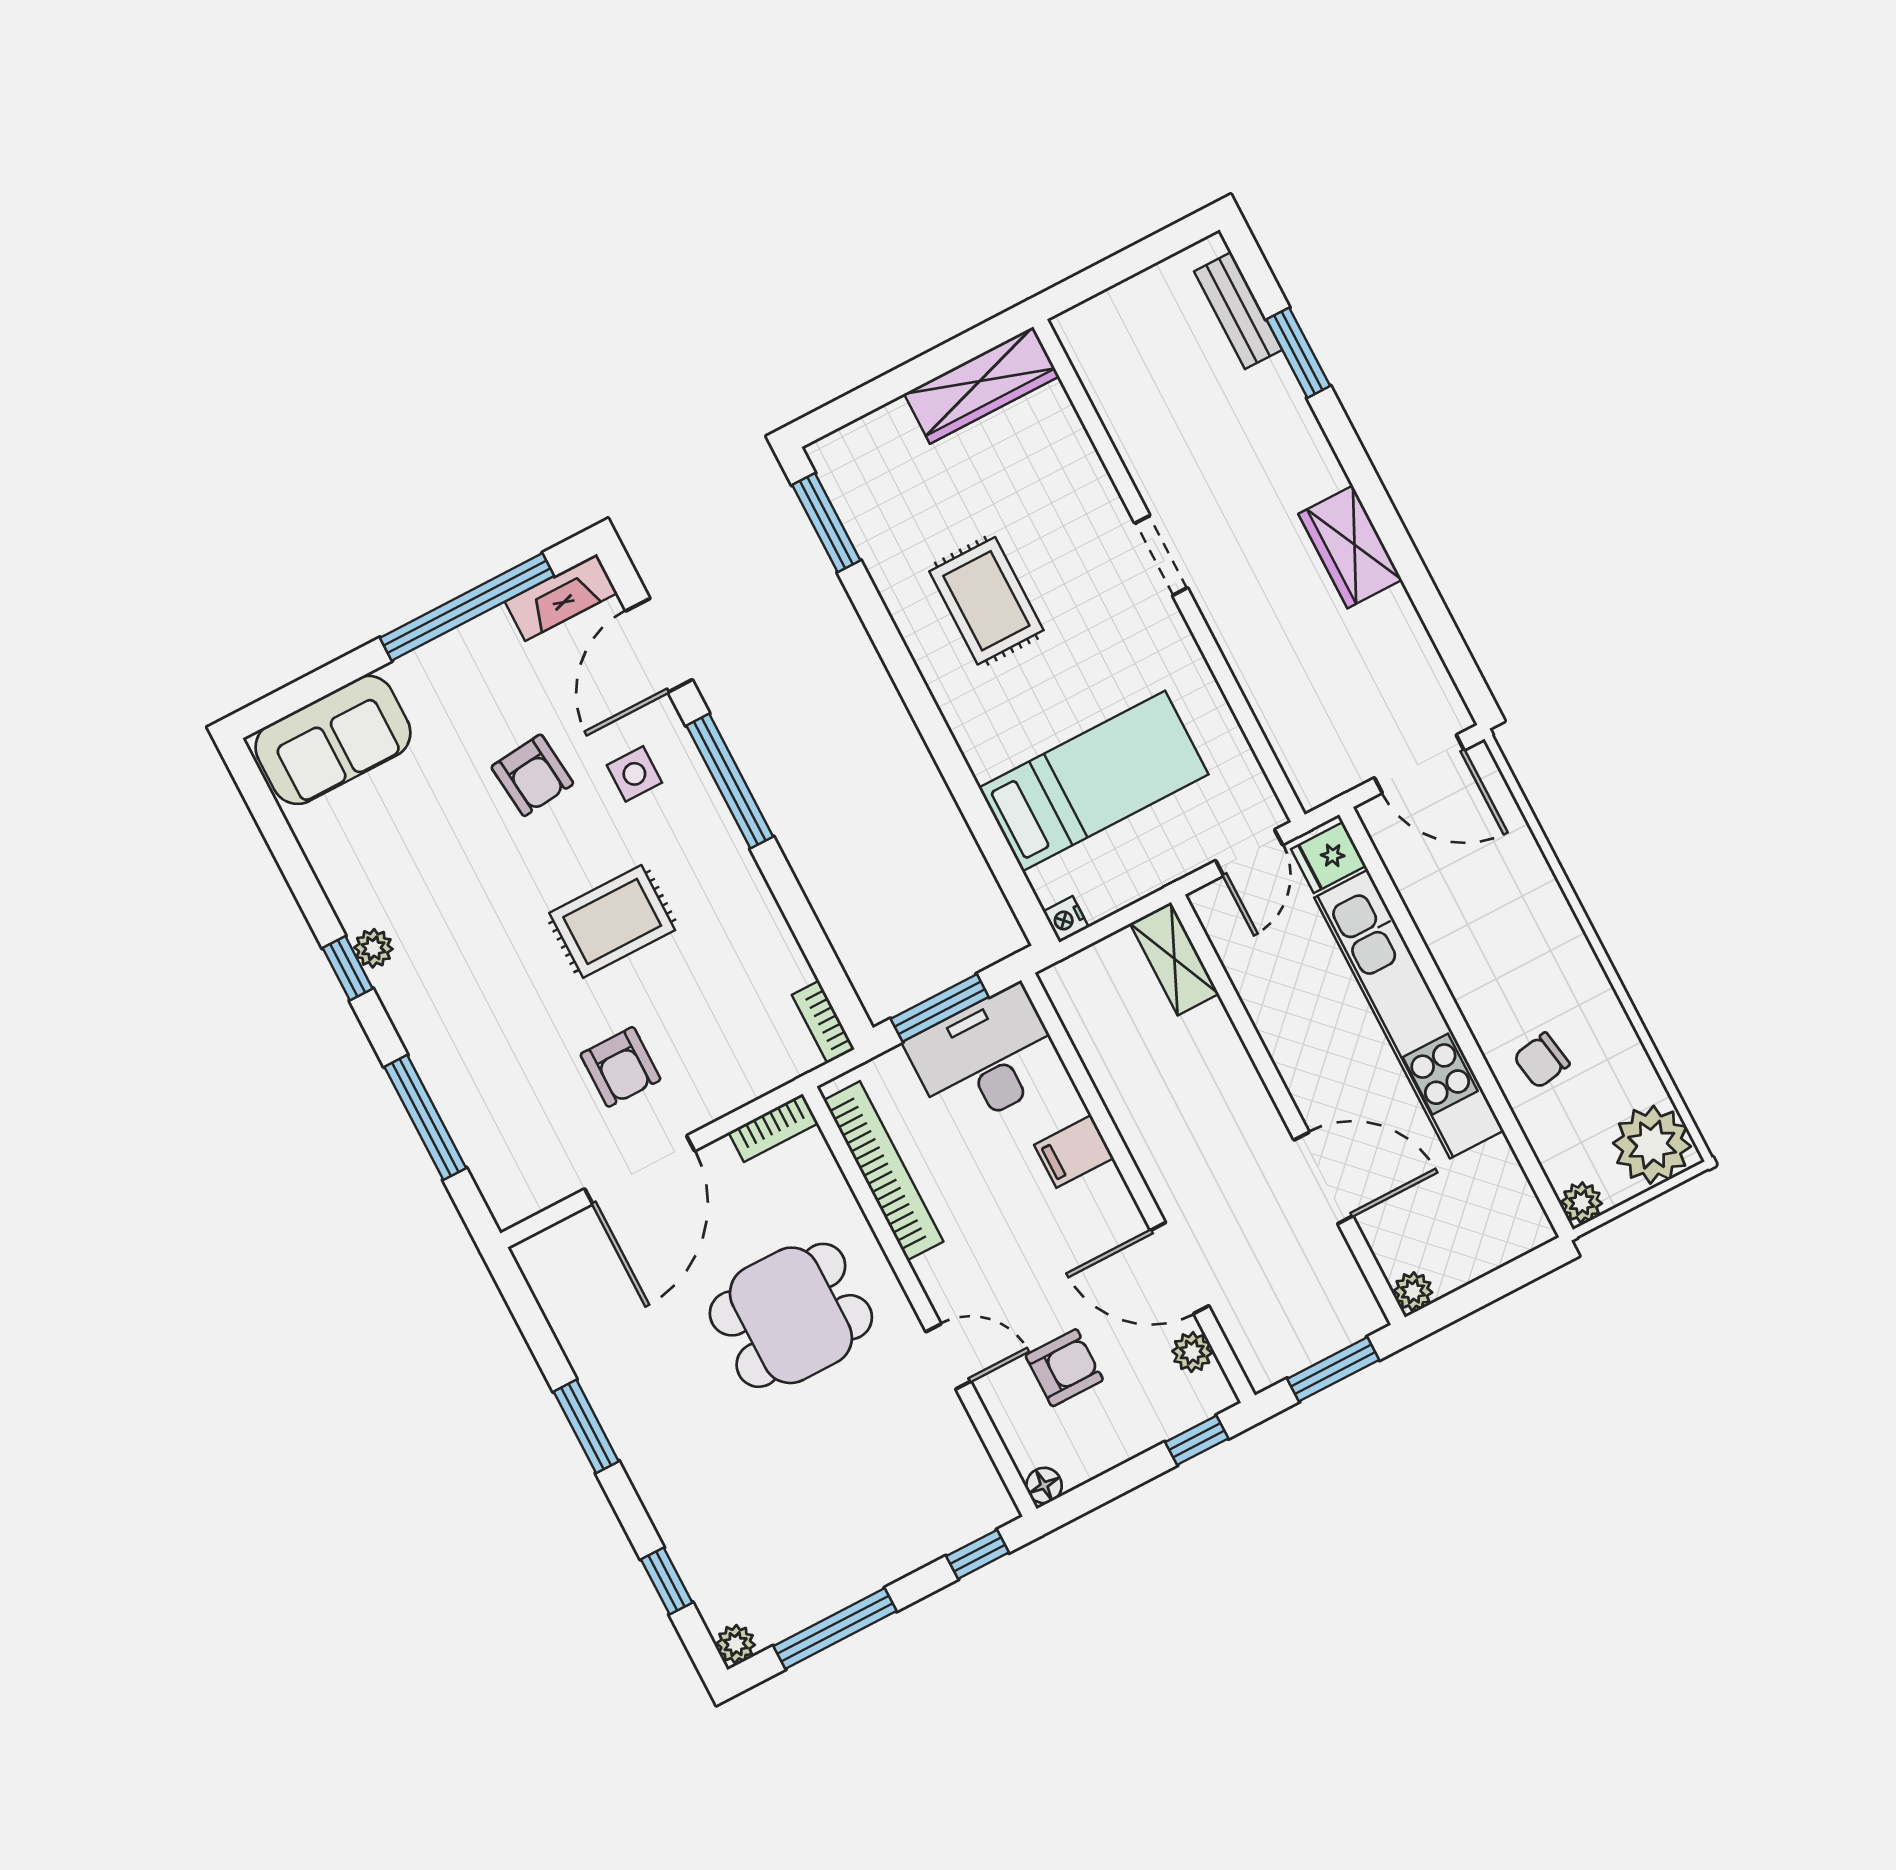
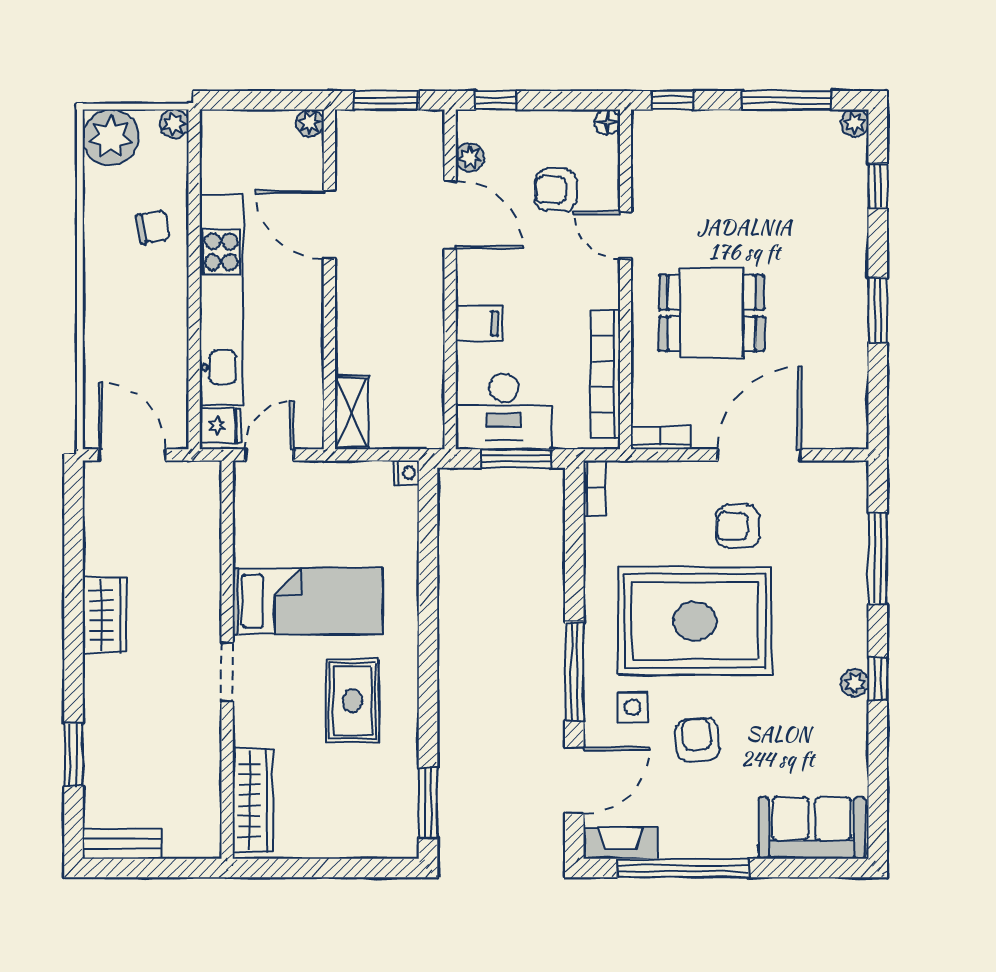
bench: (1238, 311) -> (122, 844), moved, turned 90
wardrobe: (982, 385) -> (253, 800), moved, turned 90
bed: (1094, 781) -> (307, 601), moved, turned 180
rug: (612, 921) -> (695, 621), width x1.86, depth x2.06
armchair: (620, 1067) -> (738, 526), turned -90

